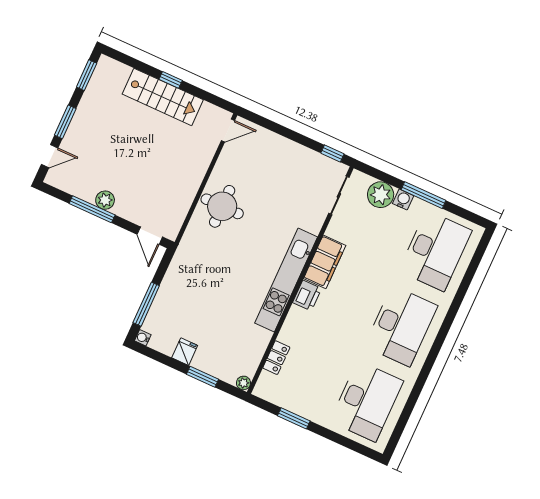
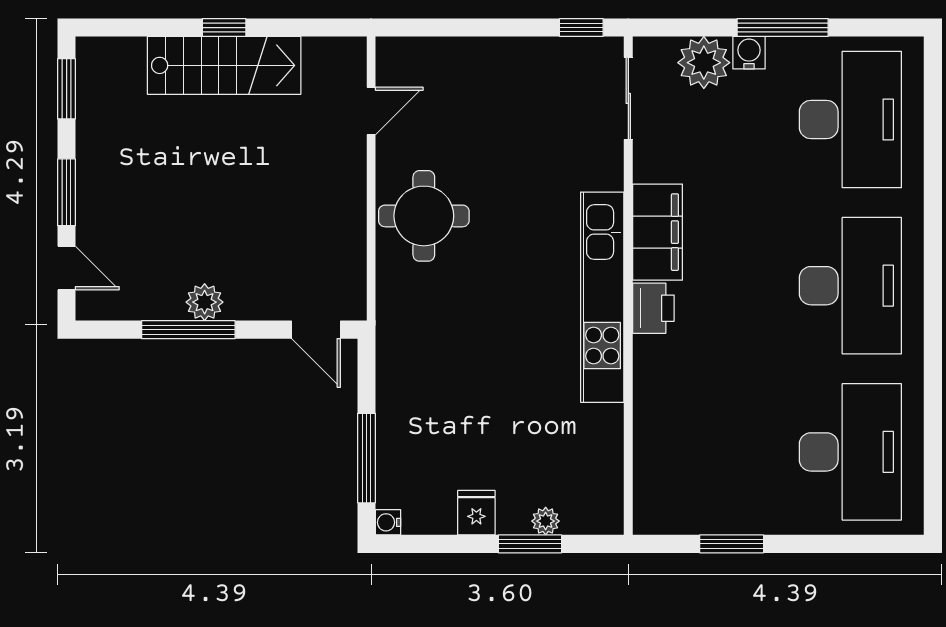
door: (228, 130) -> (371, 111), moved
door: (50, 156) -> (67, 268), hinge flipped
locker: (276, 358) -> (649, 447), removed
plant: (243, 383) -> (546, 521), moved

